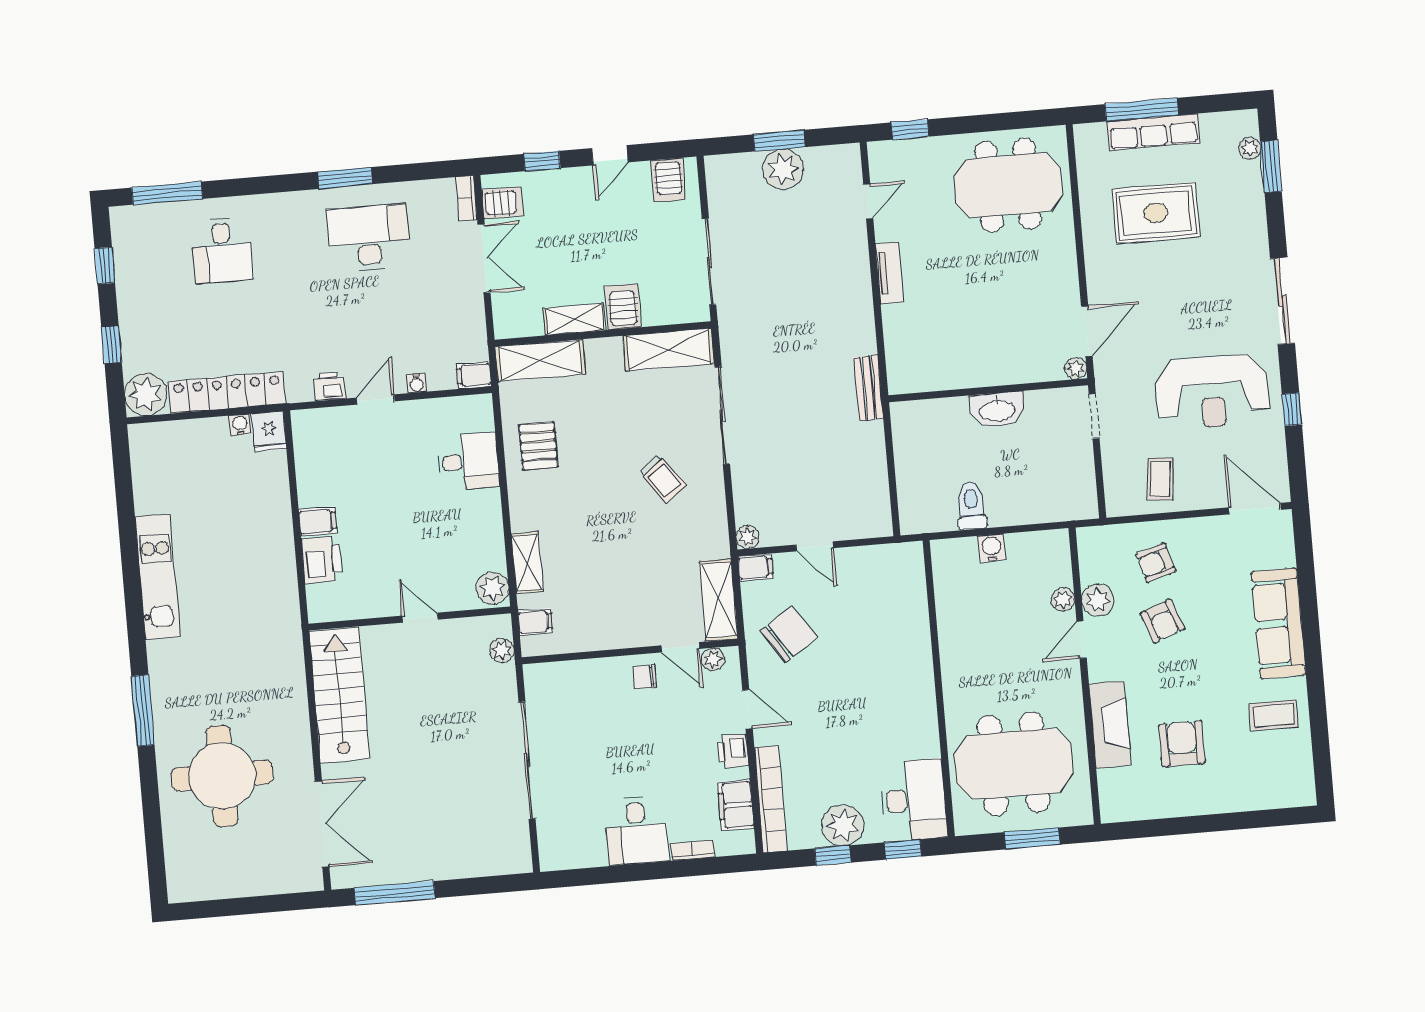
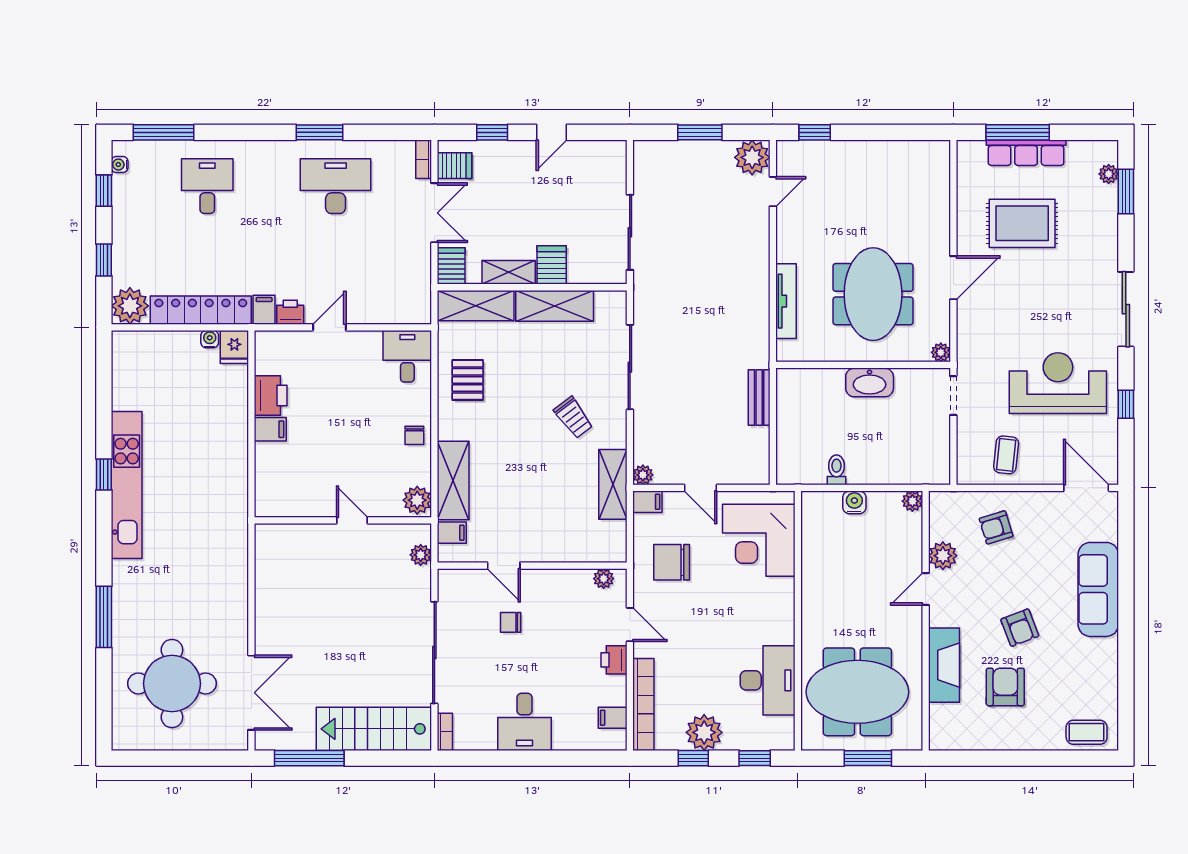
plant: (783, 169) -> (752, 157), moved
server rack: (669, 180) -> (451, 266), moved, turned 180
meeting table: (1008, 185) -> (873, 294), moved, turned 90
desk: (222, 250) -> (207, 186), turned 180
tv unit: (889, 273) -> (786, 301), moved, width x1.41
door: (1087, 331) -> (953, 278), moved
shelving: (669, 350) -> (555, 306), moved
filing cabinet: (474, 375) -> (264, 310), moved, turned 90
water cooler: (417, 383) -> (120, 165), moved, turned 90
bench: (868, 388) -> (759, 398), moved
reception desk: (1212, 392) -> (1058, 383), turned 180
desk: (468, 462) -> (407, 356), moved, turned -90
toilet: (971, 506) -> (836, 470), width x0.73, depth x0.72
chair: (483, 515) -> (414, 435), added
printer: (322, 560) -> (271, 396), moved
shelving: (527, 563) -> (453, 481), width x1.50, depth x1.33
kitchen unit: (158, 577) -> (127, 485), width x1.36
window: (133, 589) -> (104, 474), added
plant: (1063, 599) -> (912, 501), moved
shelving: (719, 600) -> (613, 484), moved
corner desk: (886, 601) -> (759, 540), added
armchair: (1162, 621) -> (1020, 628), moved
chair: (789, 634) -> (672, 562), turned -146
door: (680, 647) -> (504, 566), moved
chair: (645, 677) -> (511, 622), moved
stairs: (339, 695) -> (374, 729), moved, turned -90
window: (143, 711) -> (104, 617), moved
coffee table: (1274, 715) -> (1087, 732), moved
round table: (222, 776) -> (172, 683), moved
desk: (913, 800) -> (768, 680), moved
filing cabinet: (736, 805) -> (613, 718), width x0.50
bookcase: (693, 850) -> (445, 732), moved, turned 90

